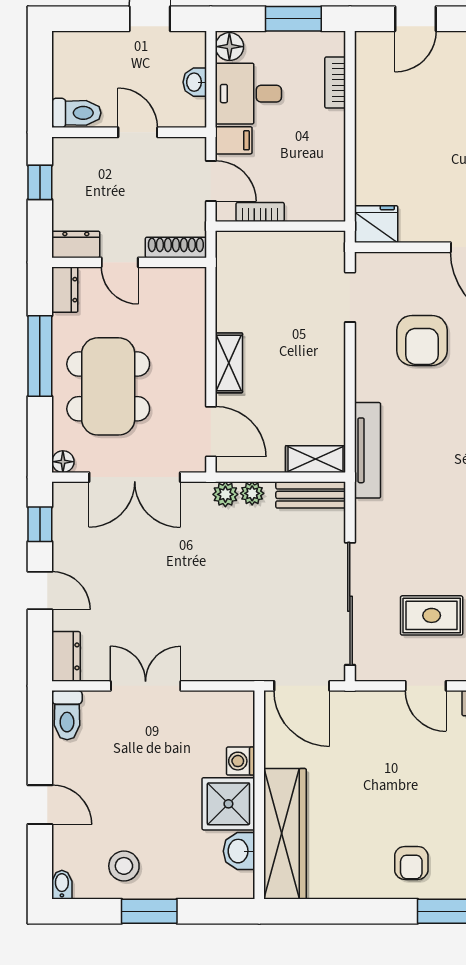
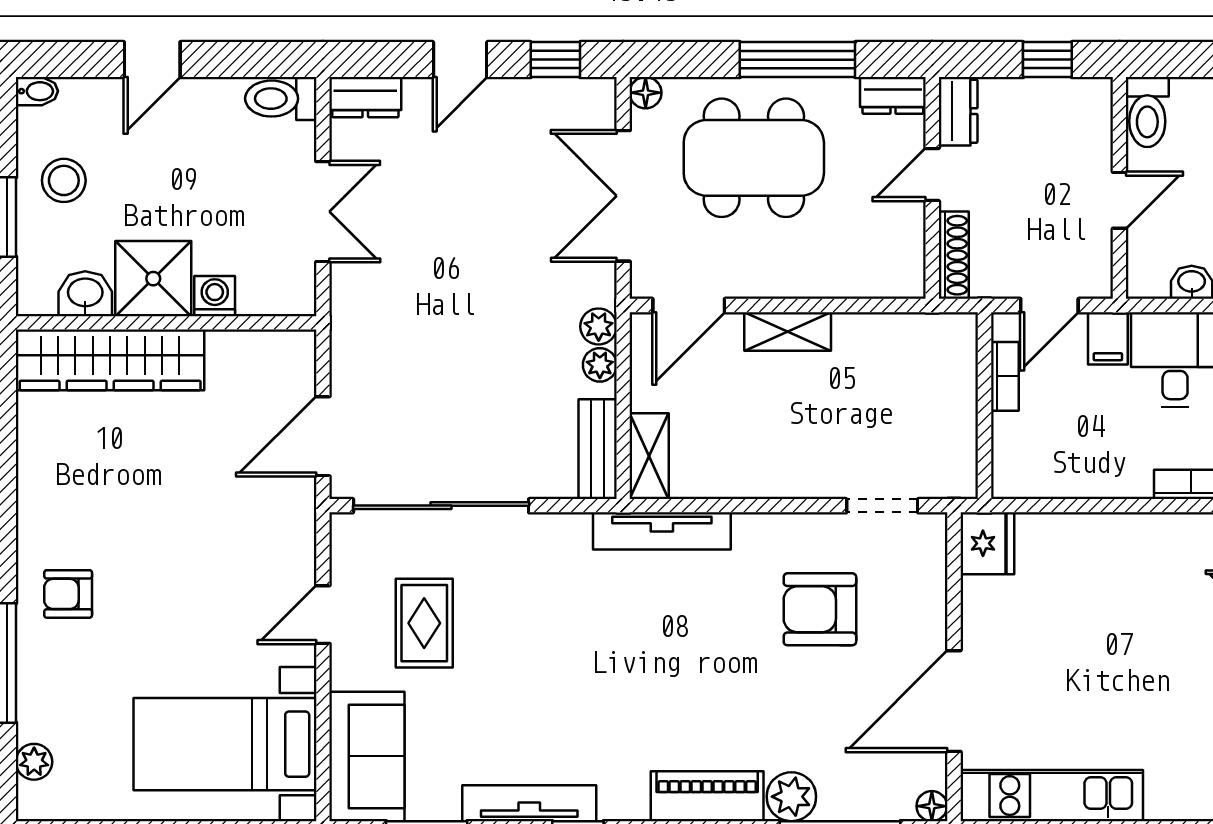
washing machine: (241, 761) -> (215, 296), moved
wall: (259, 795) -> (166, 323), moved
shower: (228, 804) -> (153, 279), moved
wardrobe: (285, 834) -> (110, 360), moved
washbasin: (239, 851) -> (85, 294), moved

